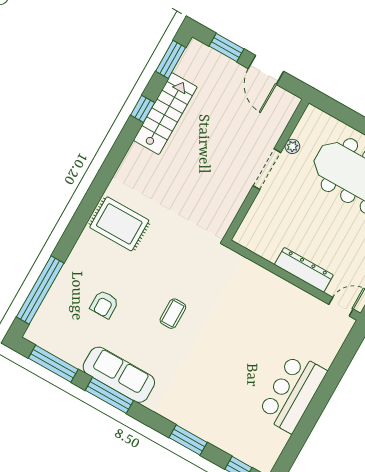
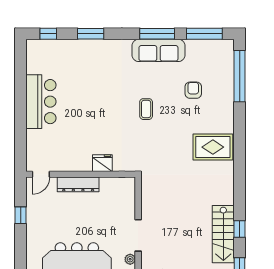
fridge: (261, 279) -> (102, 163), added

